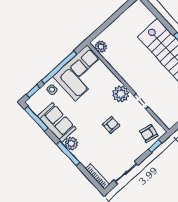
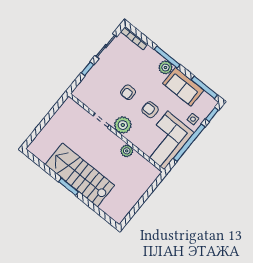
plant: (101, 47) -> (127, 151), moved
armchair: (149, 134) -> (150, 110), moved, turned -102
window: (155, 146) -> (88, 69), moved

